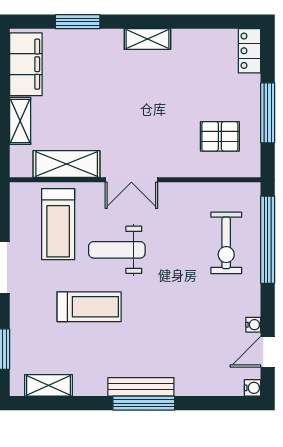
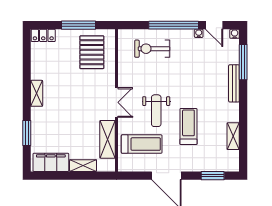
pallet: (220, 136) -> (92, 52), width x1.50, depth x1.42
window: (268, 240) -> (174, 25), moved
exercise bike: (226, 243) -> (152, 49), turned 180
shelving: (49, 385) -> (233, 136), moved
bench: (141, 387) -> (234, 83), moved
window: (144, 403) -> (243, 62), moved

